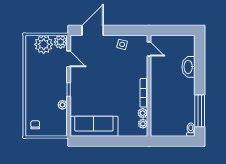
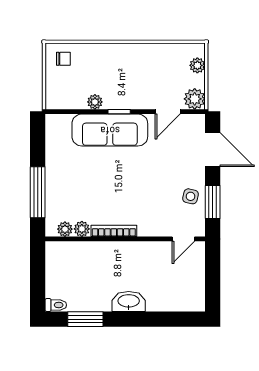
window: (126, 30) -> (213, 202), added
plant: (44, 44) -> (197, 65), width x0.53, depth x0.53
washbasin: (188, 67) -> (129, 301), moved
window: (200, 111) -> (85, 319), width x0.69
sofa: (94, 126) -> (110, 130), moved, turned 90
window: (119, 141) -> (38, 192), added

